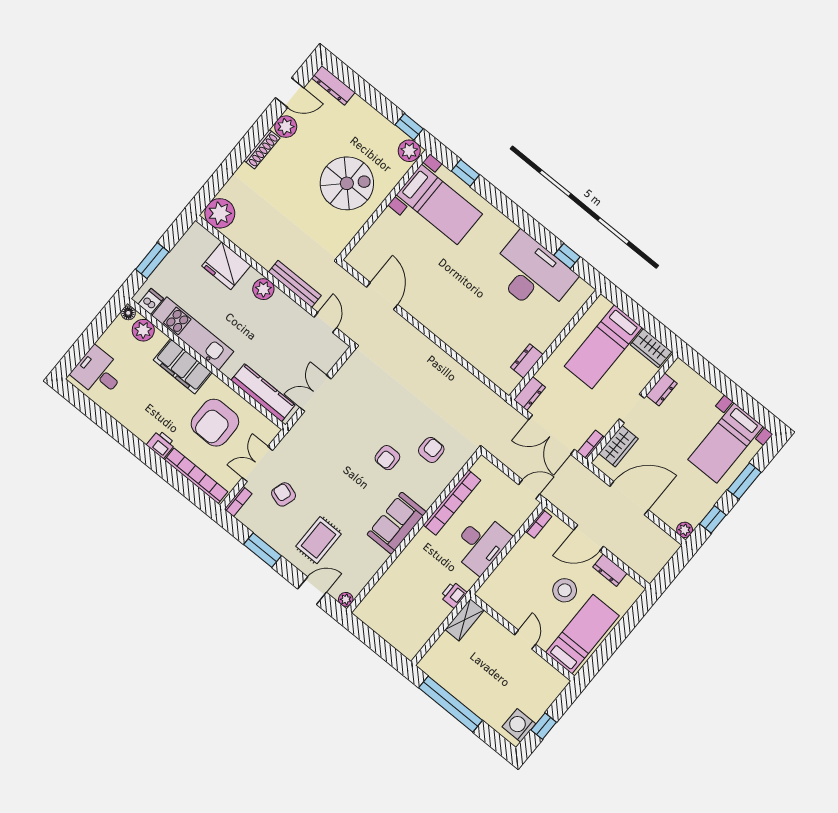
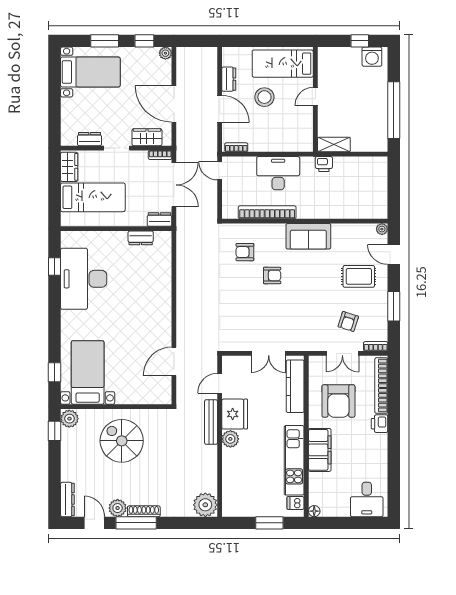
window: (257, 133) -> (136, 523), added
fridge: (226, 266) -> (235, 414), moved
plant: (143, 330) -> (317, 493), removed
armchair: (215, 423) -> (338, 401), turned 90

